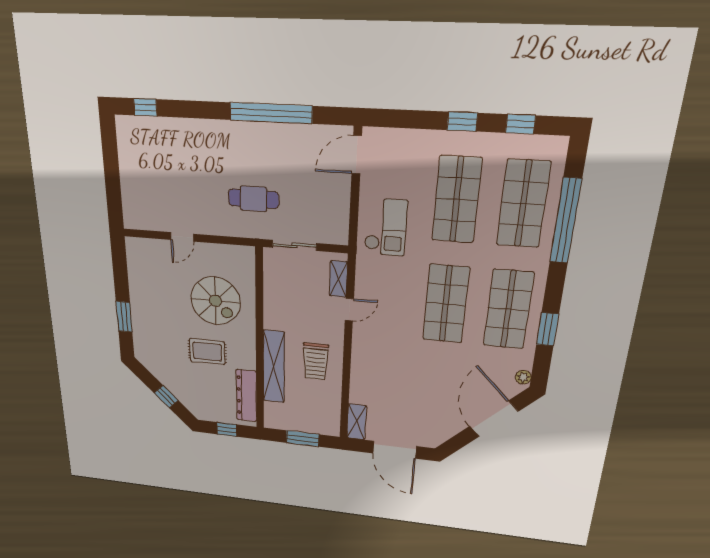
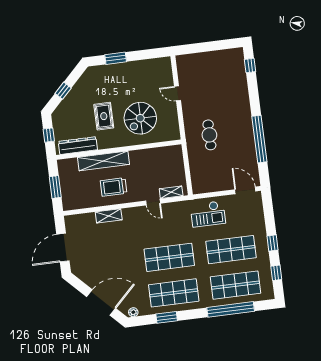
sliding door: (295, 245) -> (186, 163), removed
shelving: (357, 422) -> (109, 216), moved

